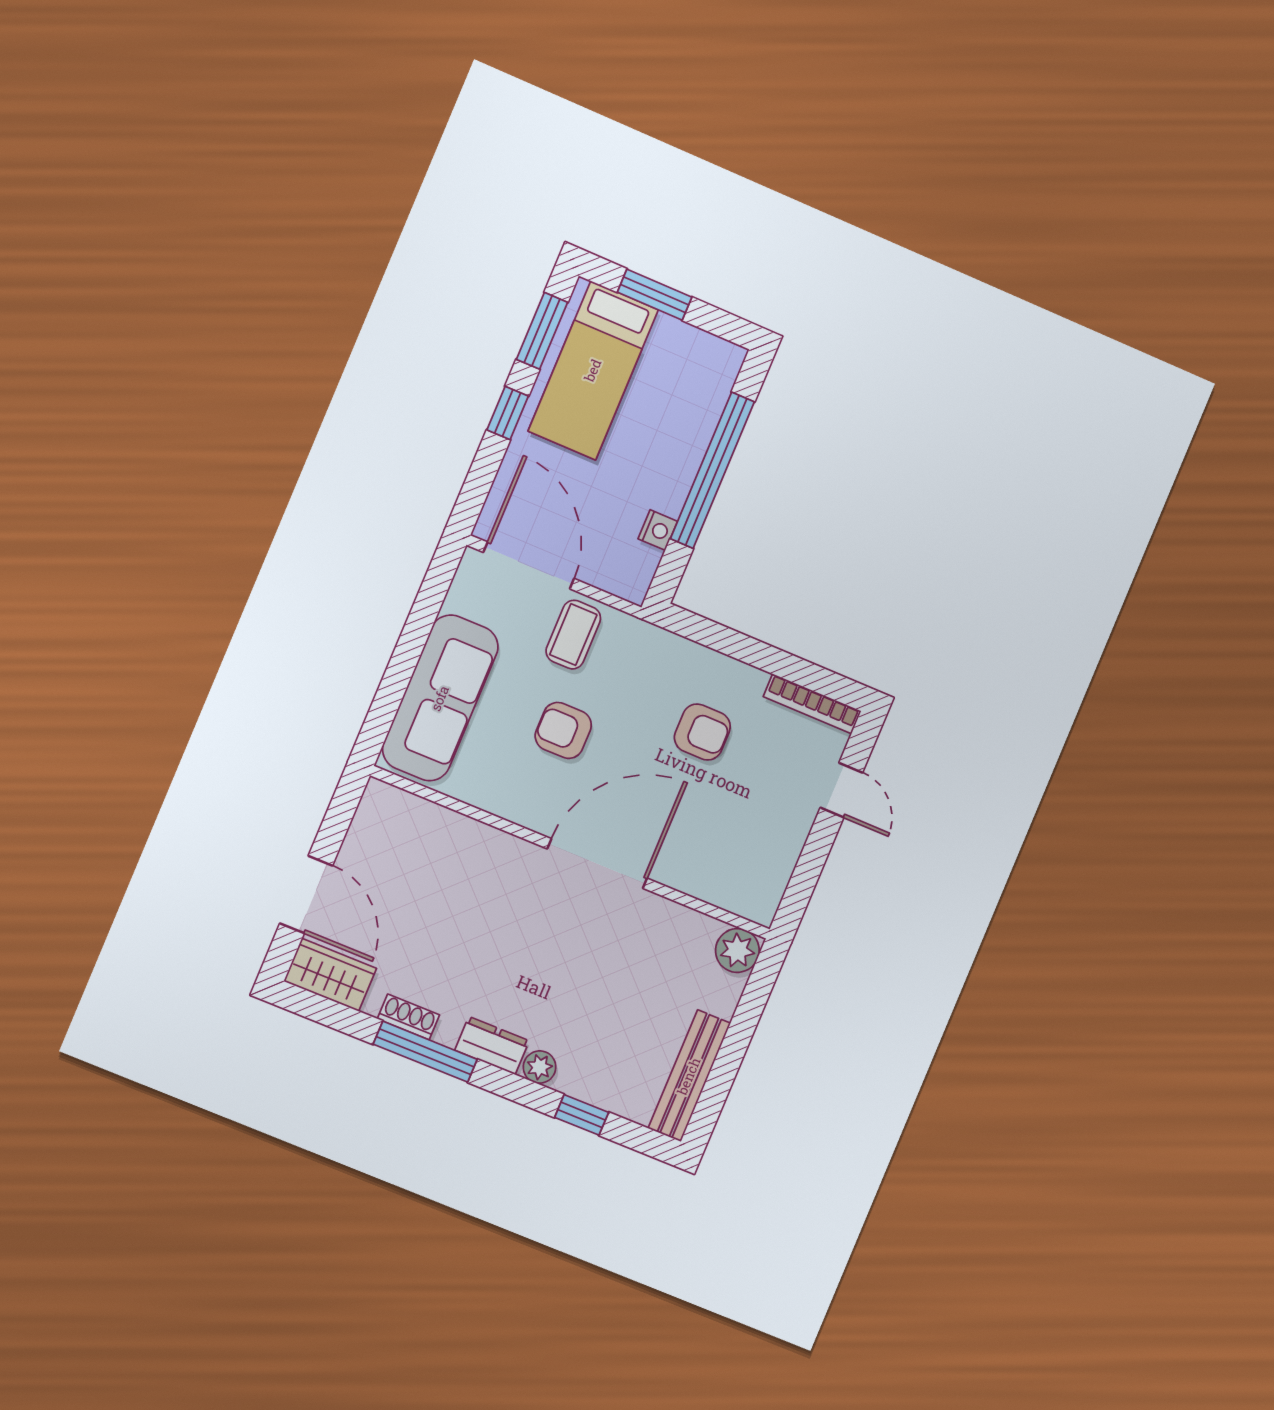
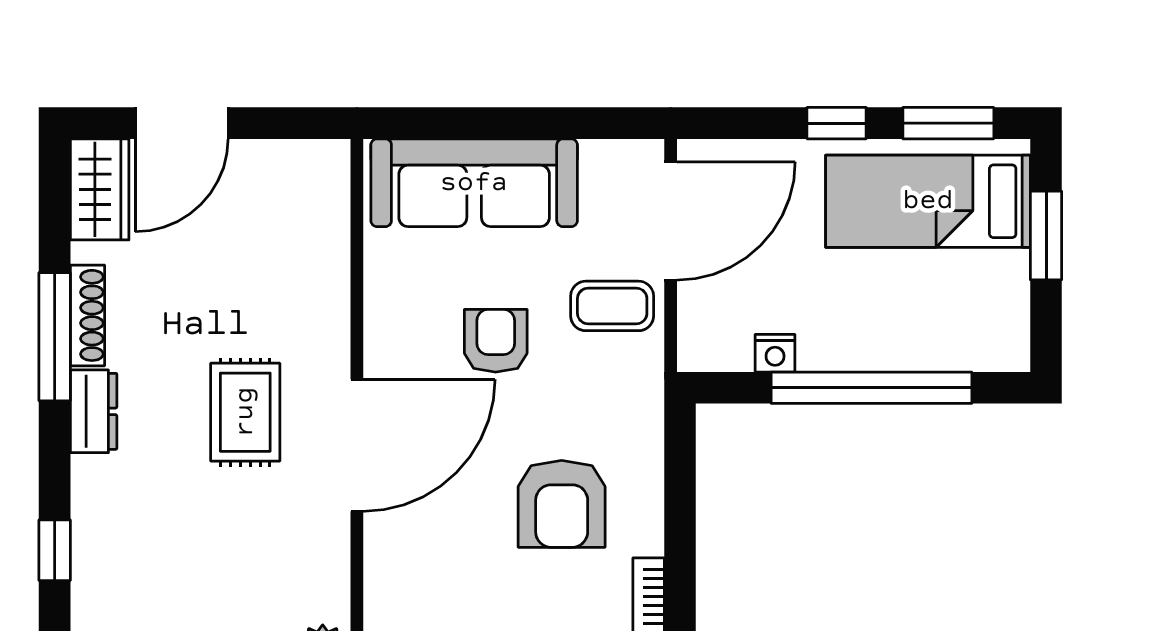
armchair: (702, 732) -> (562, 504), width x1.38, depth x1.38
door: (597, 864) -> (357, 445), hinge flipped
rug: (539, 935) -> (245, 412), added
shoe rack: (408, 1017) -> (87, 315), width x1.43
plant: (540, 1067) -> (91, 477), removed

